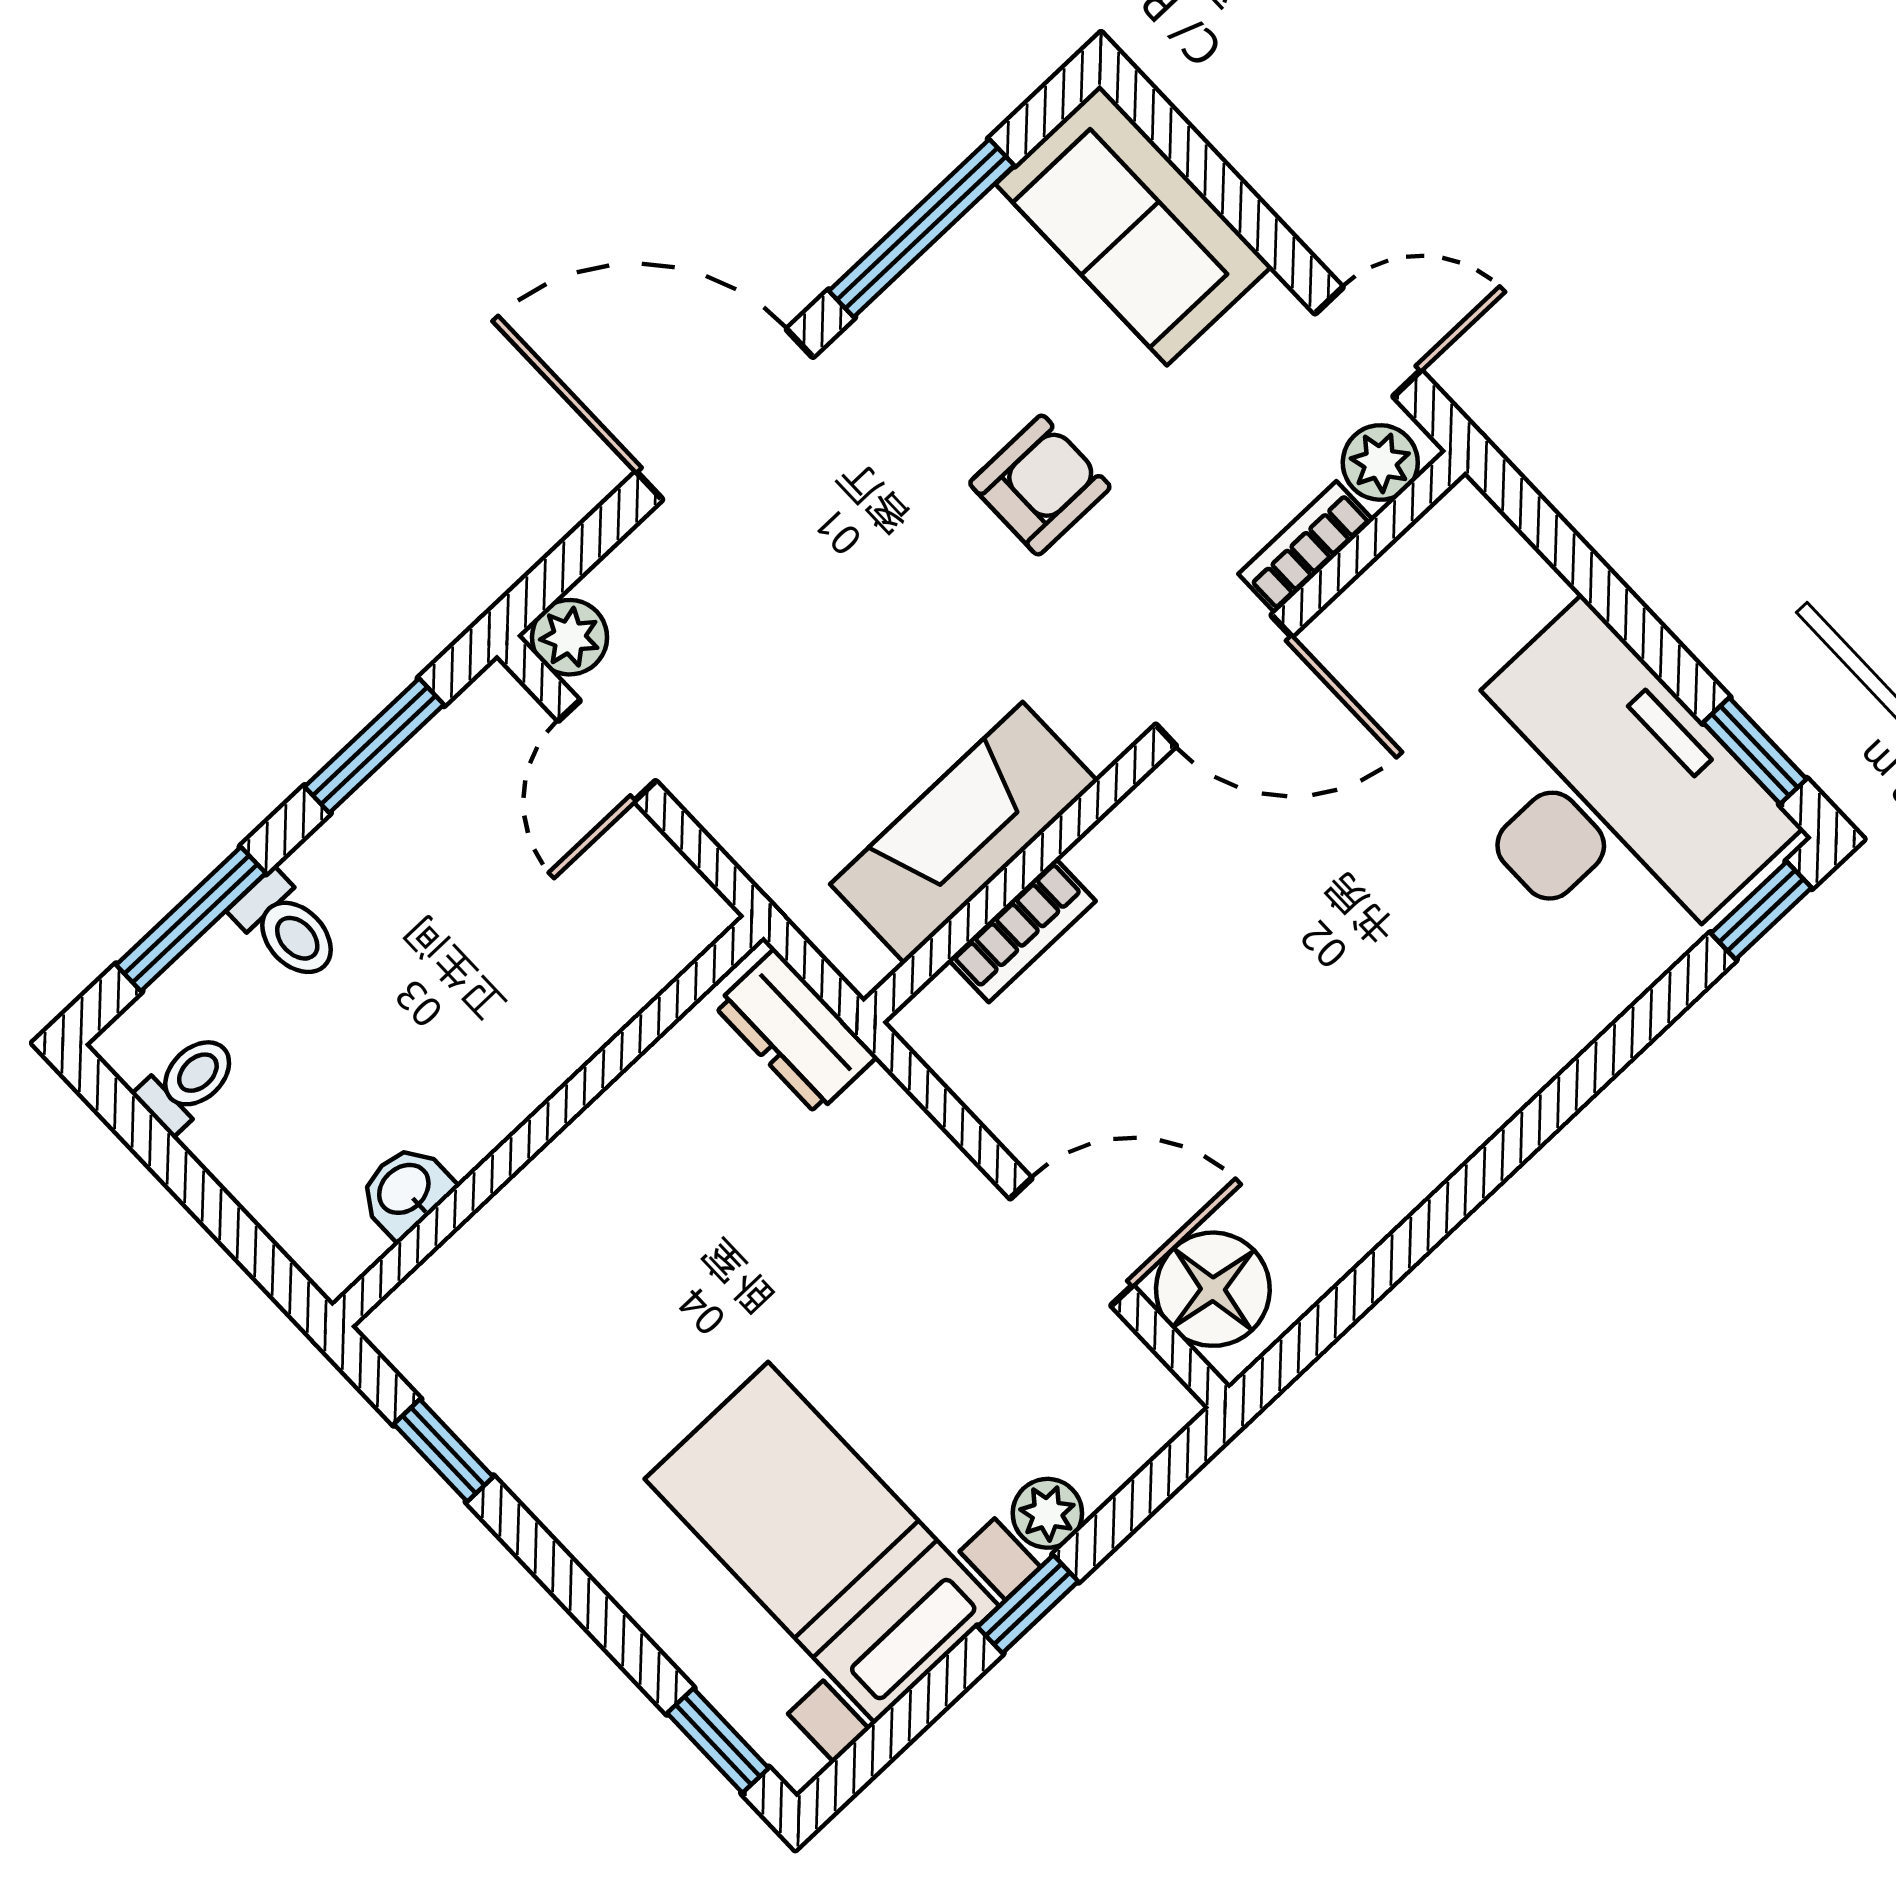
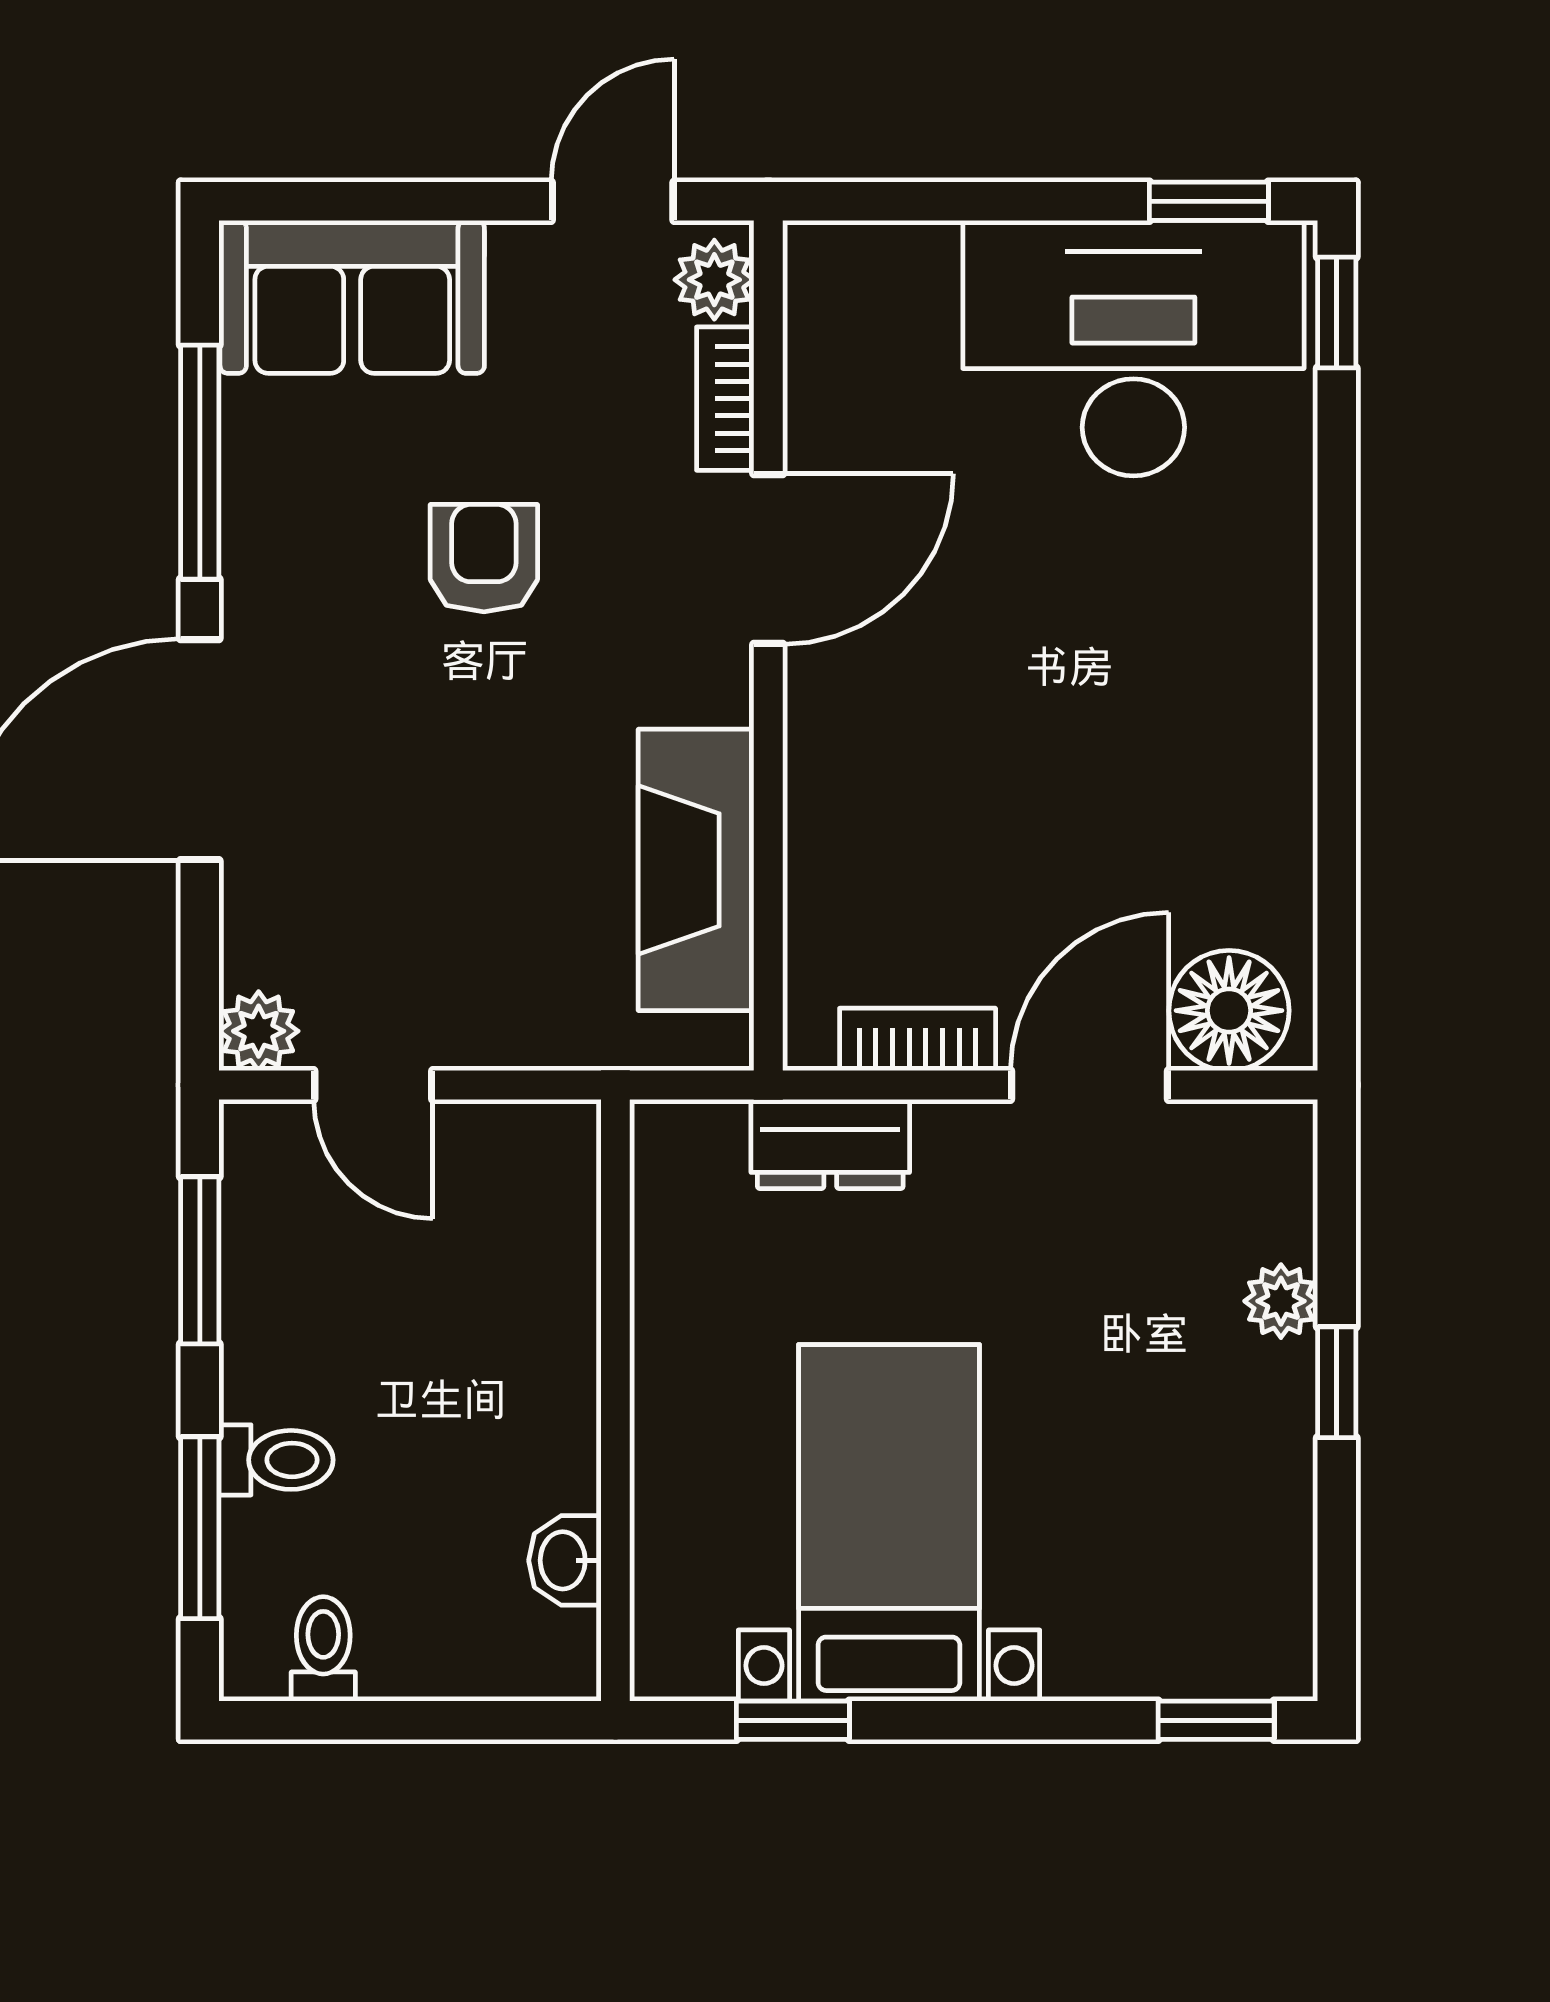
bookcase: (1022, 930) -> (918, 1039), moved, turned -90
dresser: (796, 1031) -> (830, 1144), moved
bed with nightstands: (822, 1542) -> (889, 1523), moved, turned 90

